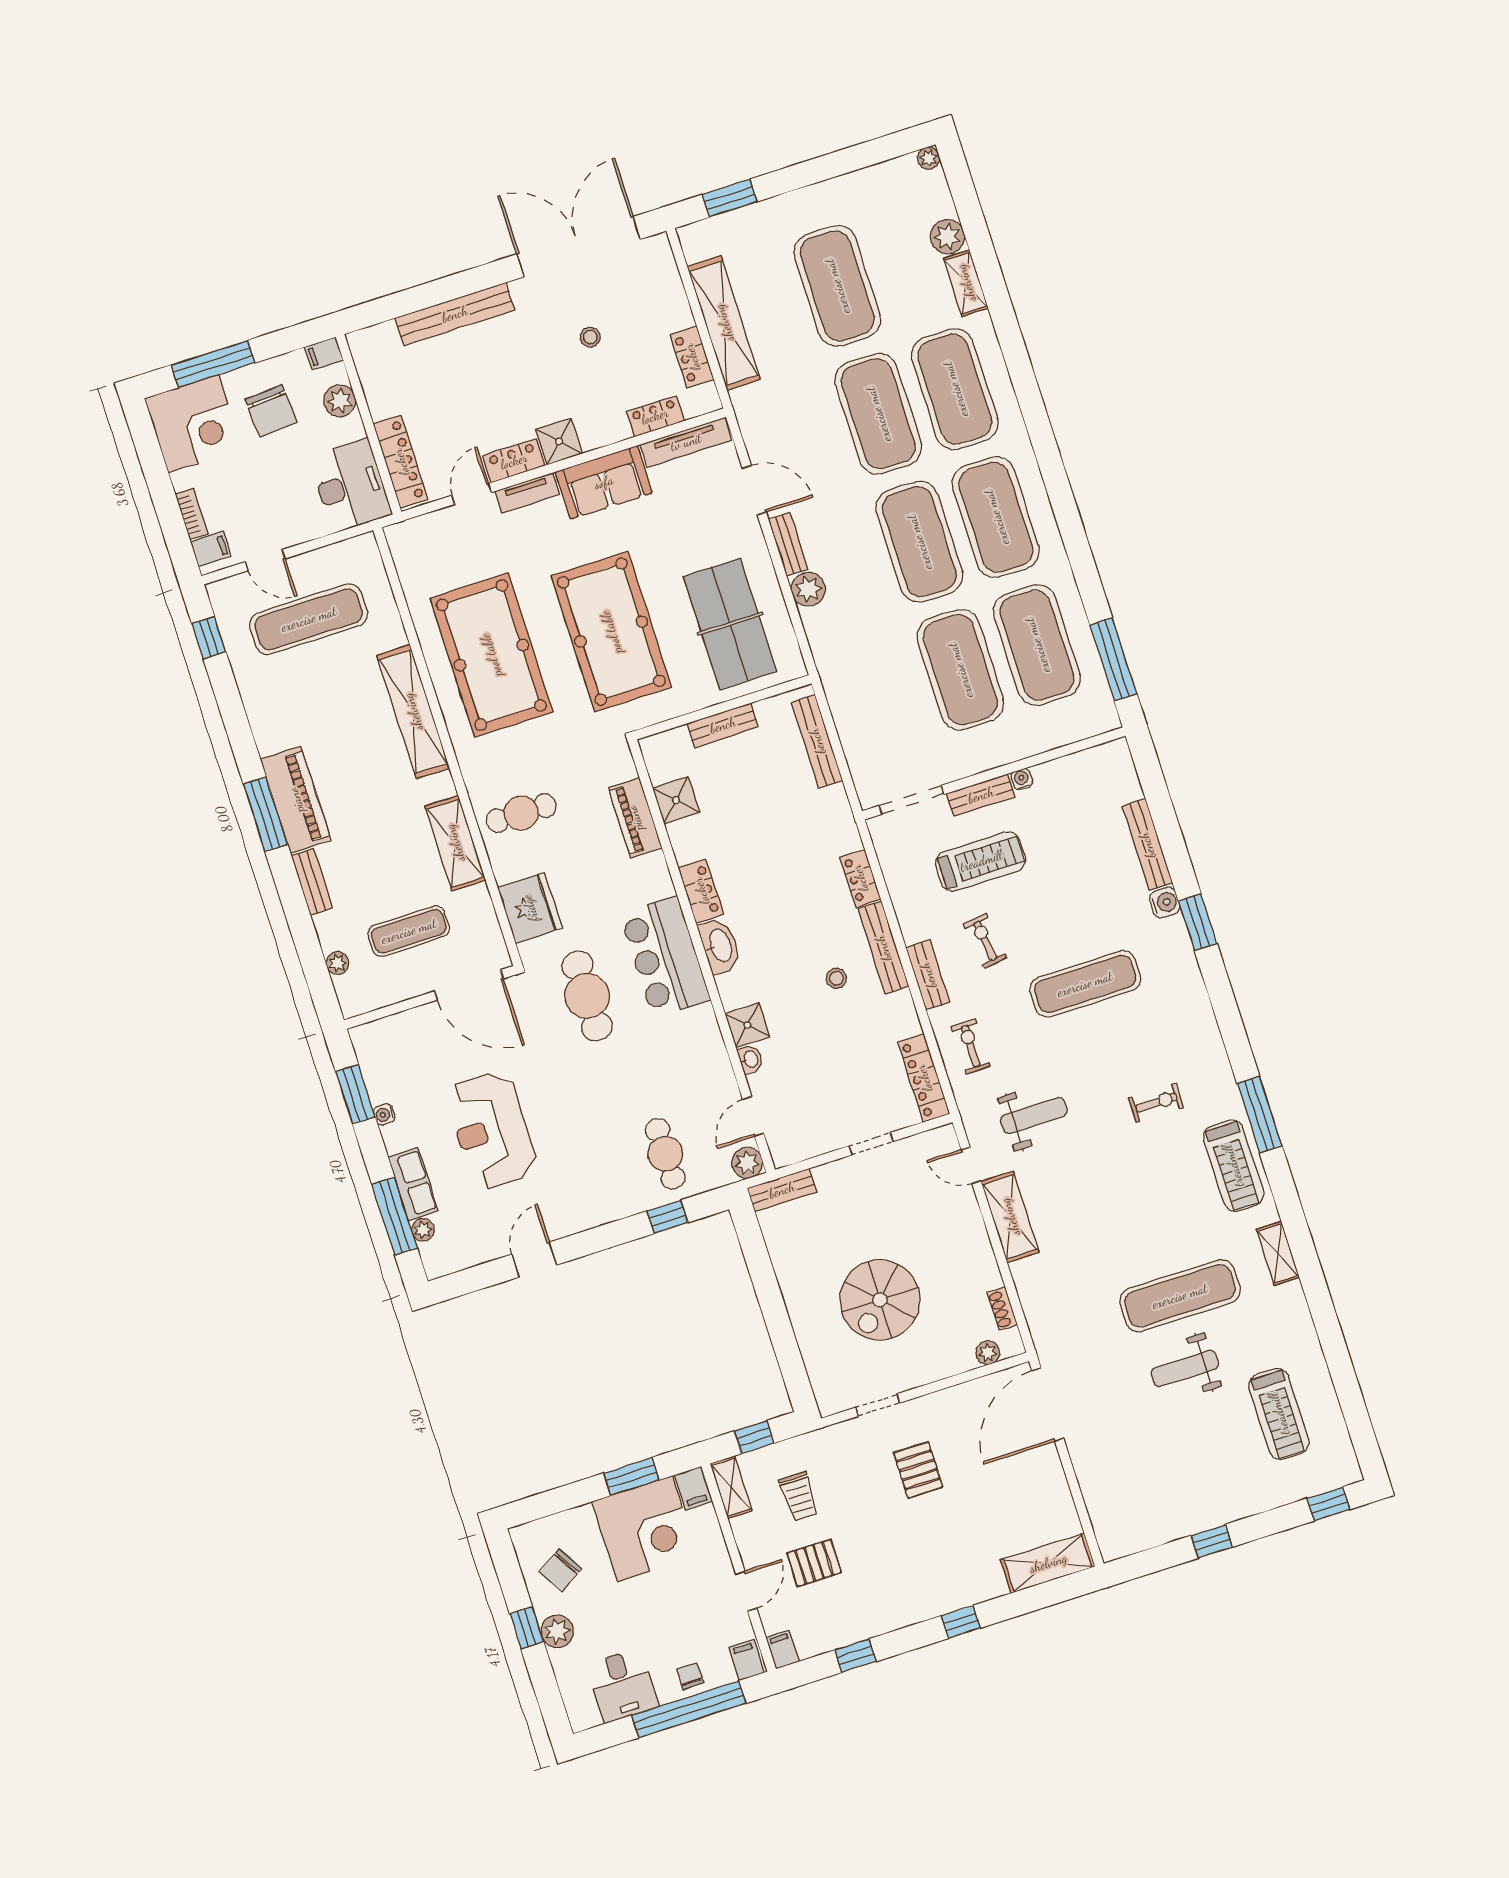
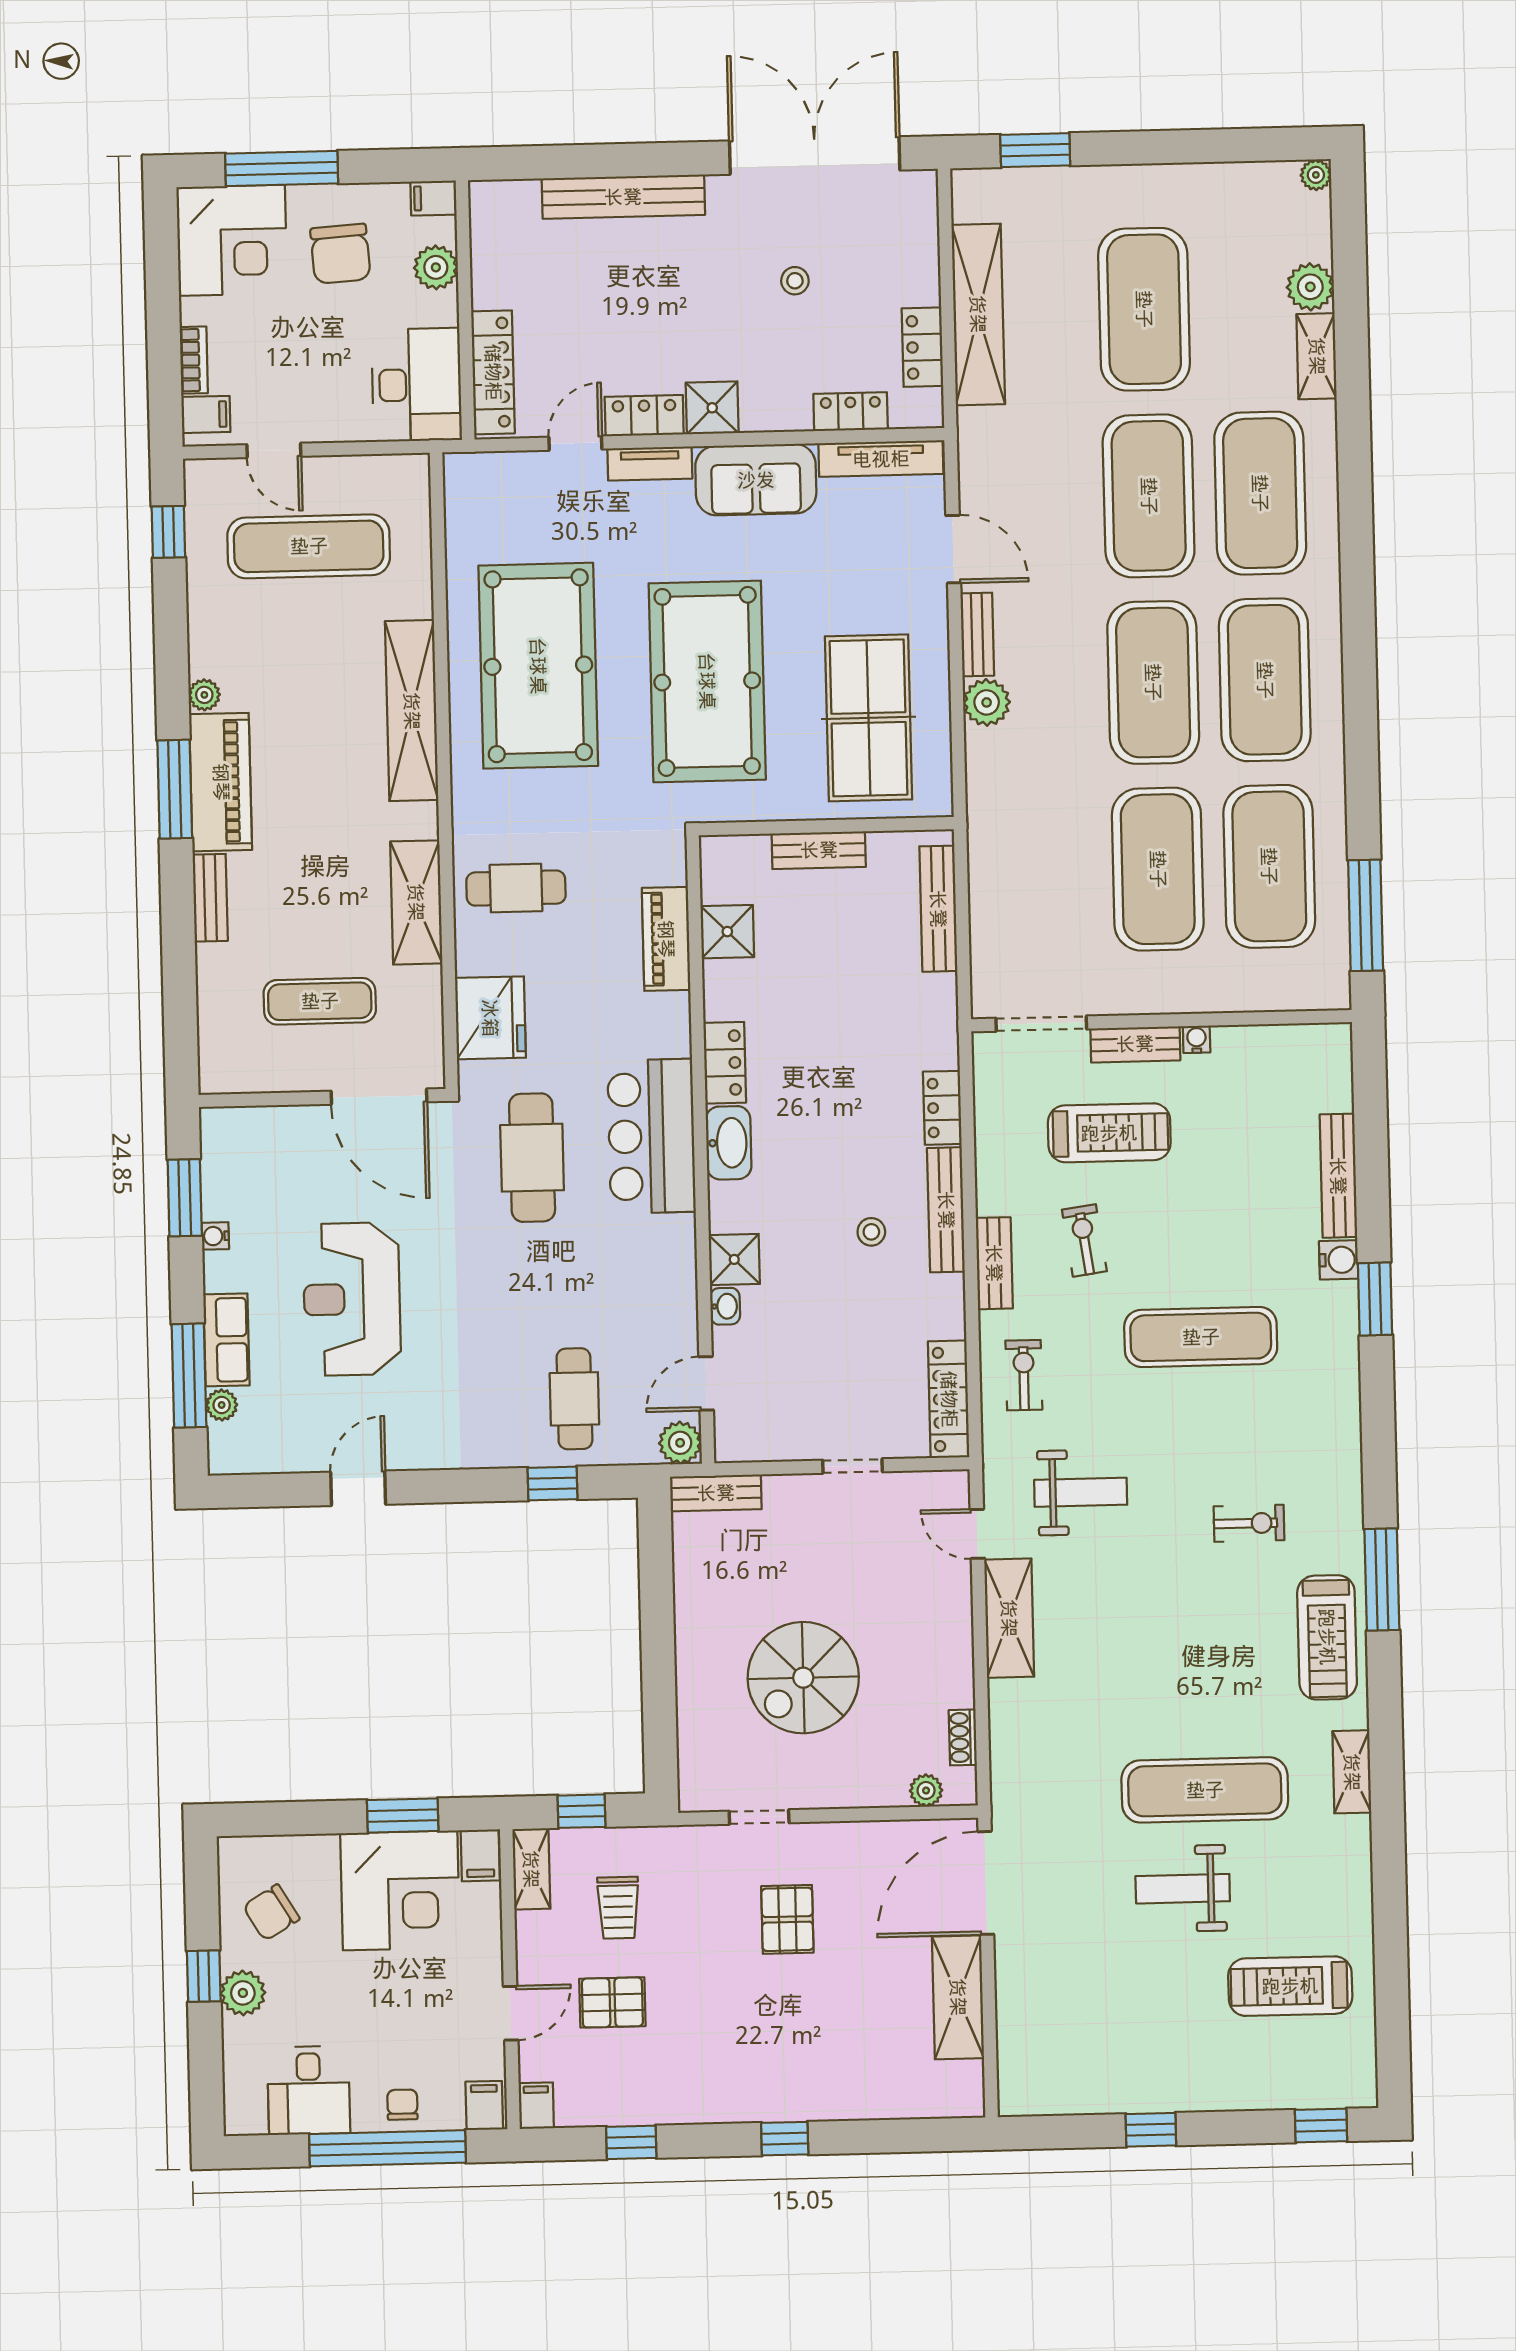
plant: (337, 963) -> (204, 695), moved
treadmill: (1279, 1414) -> (1290, 1986), turned 90
shelving: (1048, 1563) -> (958, 1997), moved, turned 90

